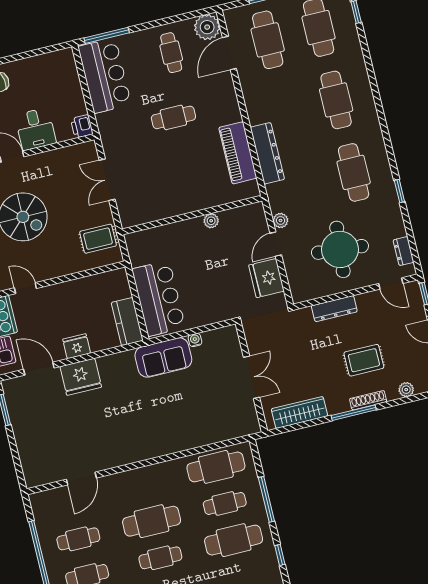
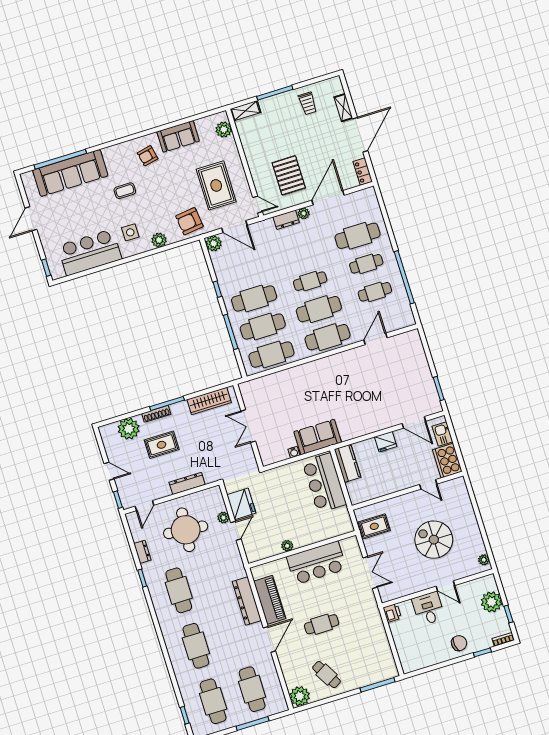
cafe table: (171, 53) -> (326, 675), turned -30
door: (229, 53) -> (269, 639), moved
bar counter: (105, 76) -> (316, 563), moved, turned -90
plant: (281, 220) -> (223, 518), moved
dresser: (403, 251) -> (142, 552), moved
door: (391, 284) -> (144, 506), swing flipped
fridge: (81, 377) -> (381, 418), removed
plant: (406, 390) -> (129, 429), width x1.87, depth x1.87
cafe table: (143, 485) -> (327, 337), added
cafe table: (225, 503) -> (263, 327), width x1.37, depth x1.35

